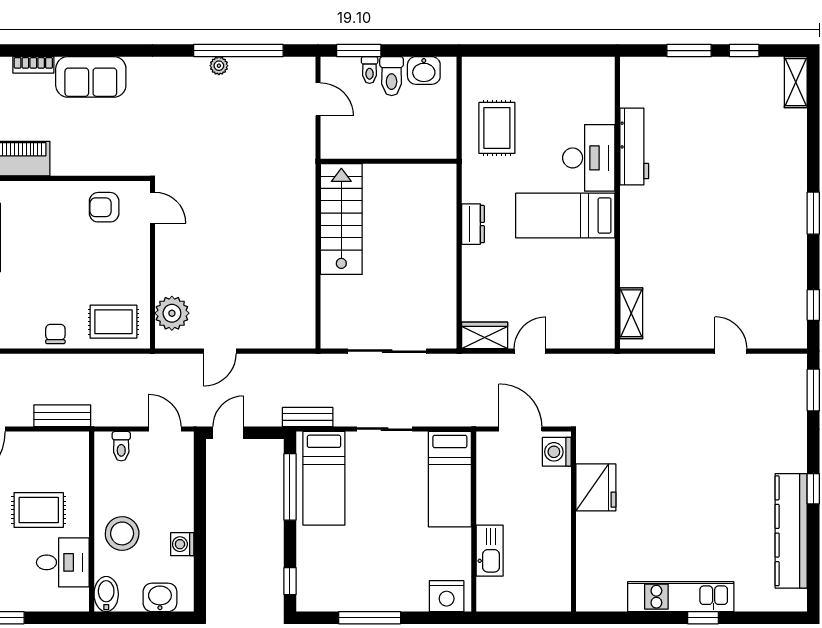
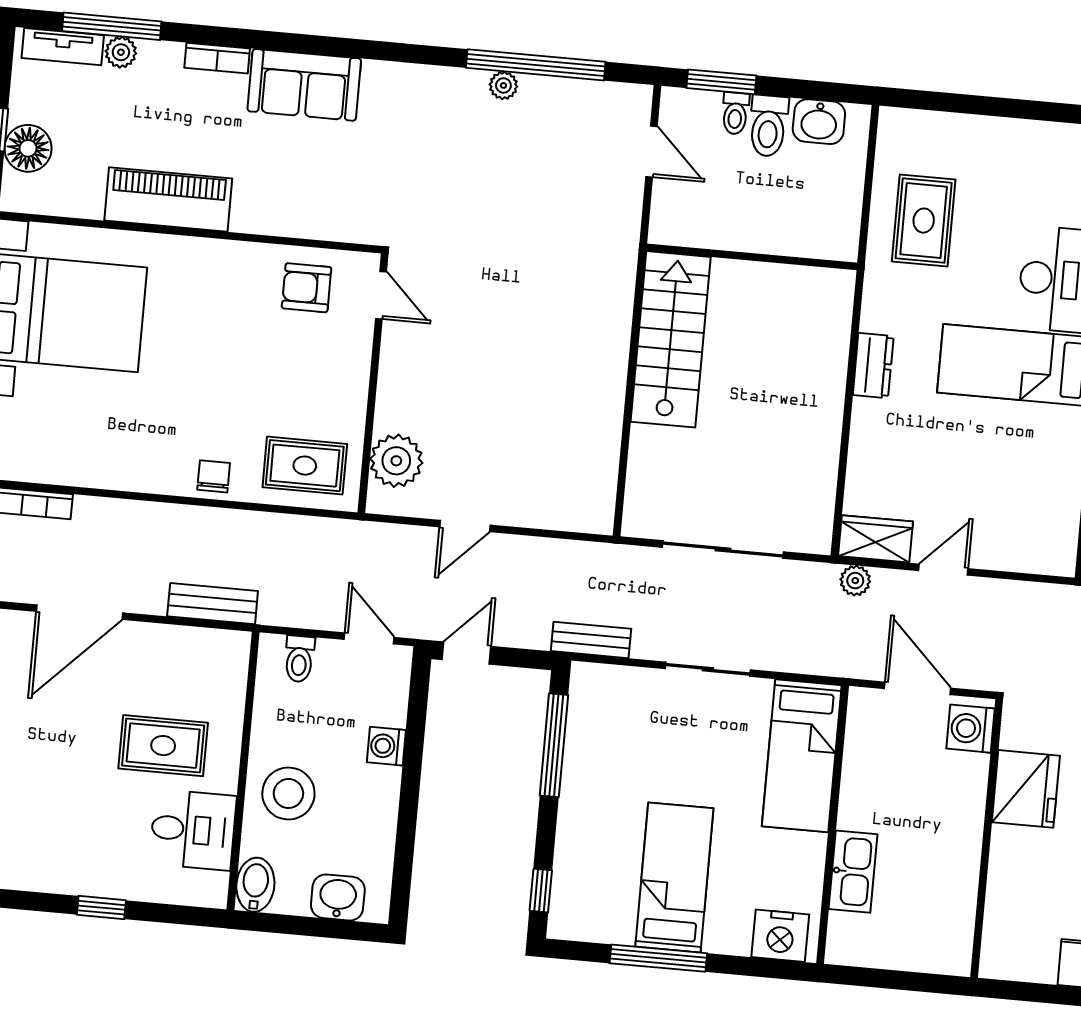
plant: (474, 363) -> (855, 581), added
bed: (324, 478) -> (674, 877), moved, turned 180
washing machine: (182, 544) -> (386, 746), moved

